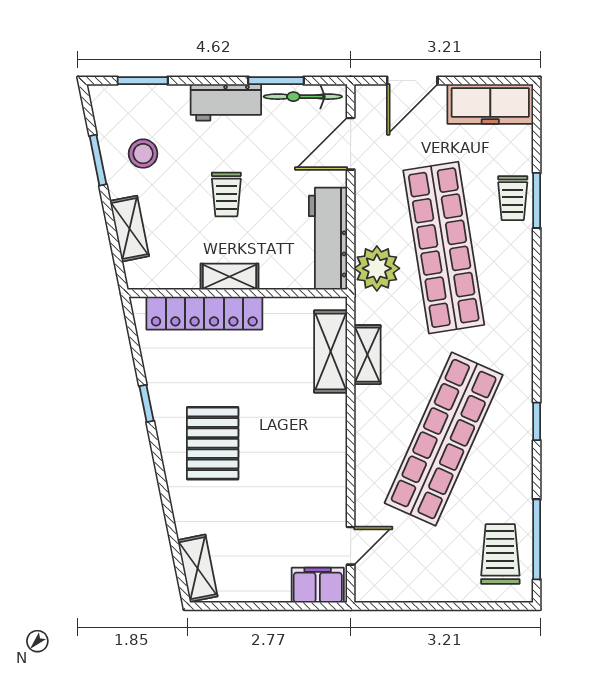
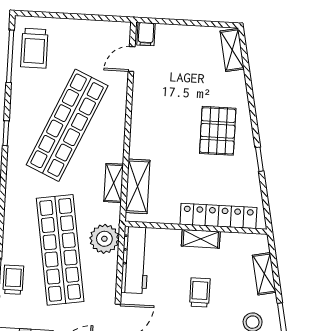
filing cabinet: (318, 585) -> (146, 34), width x0.50

